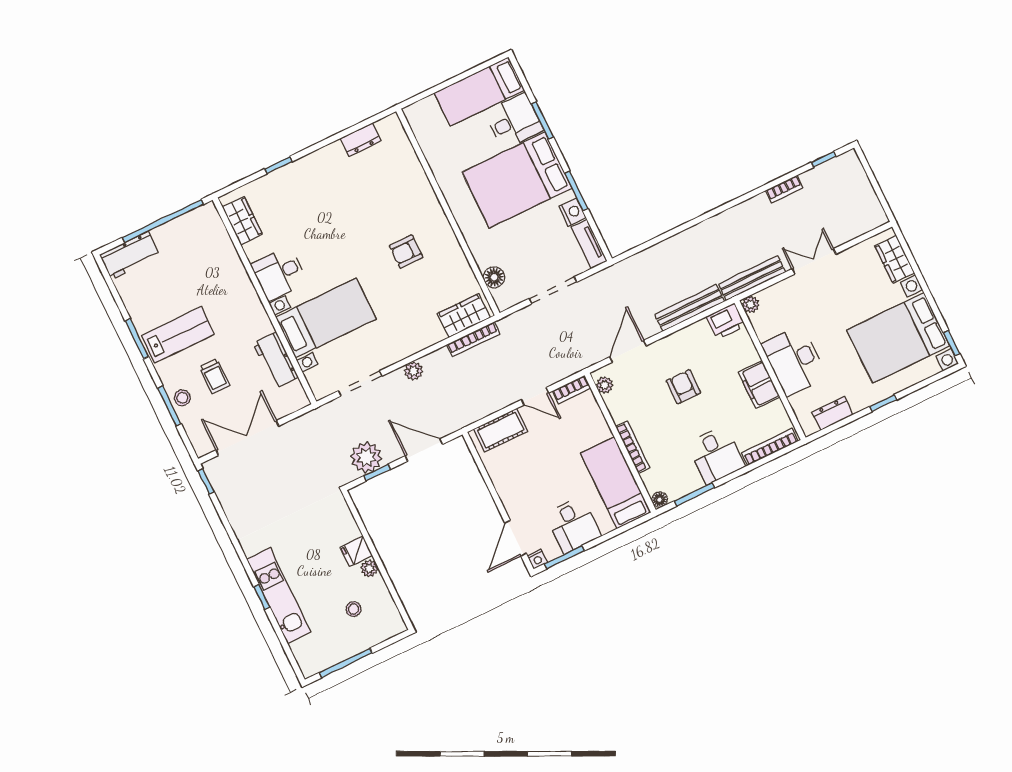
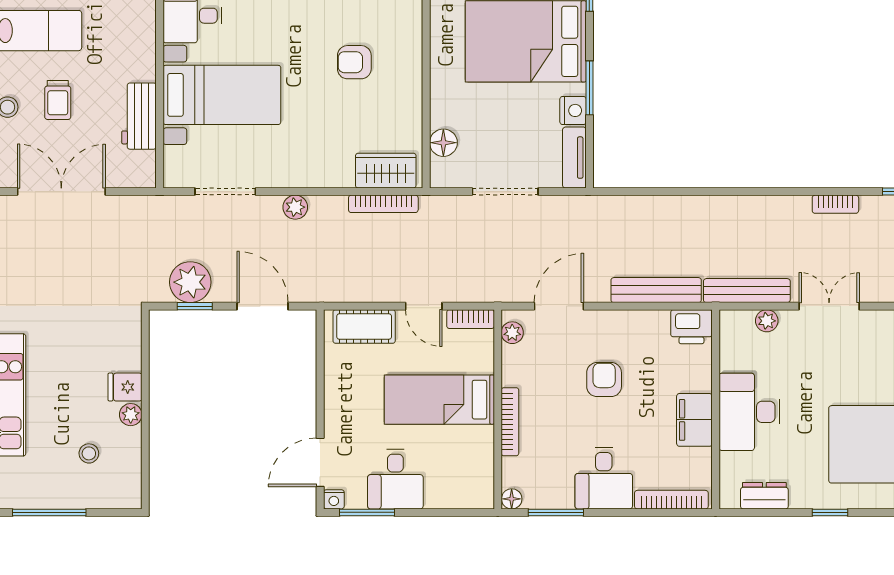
plant: (751, 304) -> (767, 321), moved
bed: (616, 483) -> (439, 400), moved, turned -90

